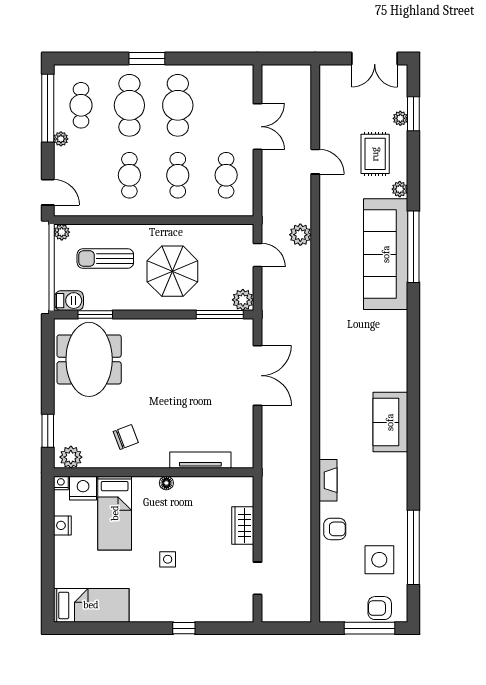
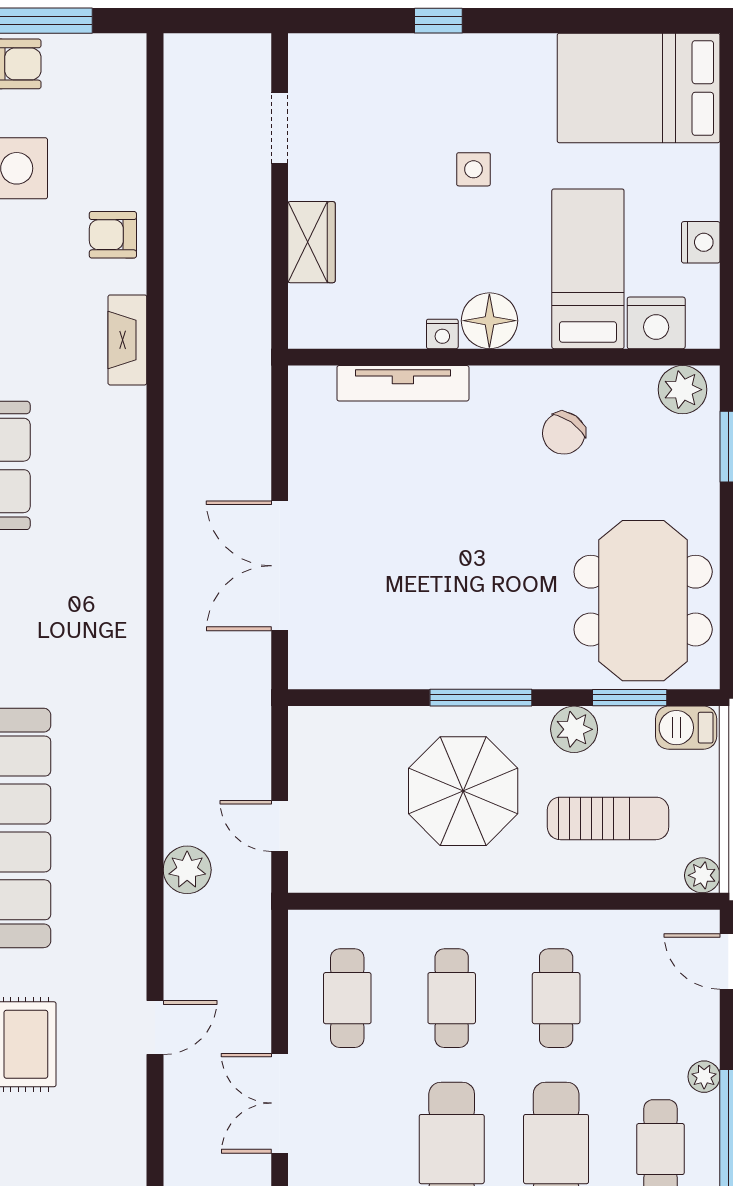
door: (315, 162) -> (155, 1028), swing flipped
plant: (243, 300) -> (574, 729), moved
window: (220, 314) -> (481, 698), moved
chair: (126, 437) -> (564, 433), turned -34
nightstand: (61, 483) -> (442, 334), moved
floor lamp: (166, 483) -> (489, 321), width x1.89, depth x1.89
bed: (91, 605) -> (639, 88), width x1.50

